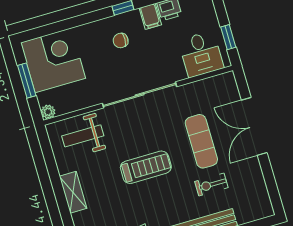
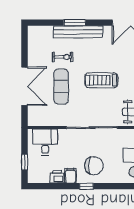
window: (228, 37) -> (25, 162), moved
chair: (121, 40) -> (94, 166), width x1.87, depth x1.87

